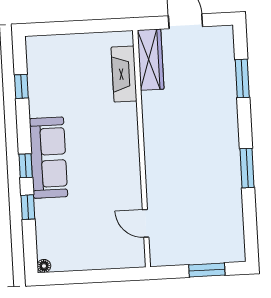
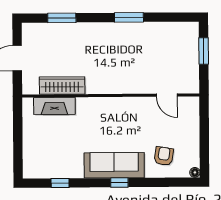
wardrobe: (150, 60) -> (62, 86), moved
window: (28, 207) -> (150, 182), removed
armchair: (64, 223) -> (164, 156), added
door: (146, 223) -> (167, 95), hinge flipped

